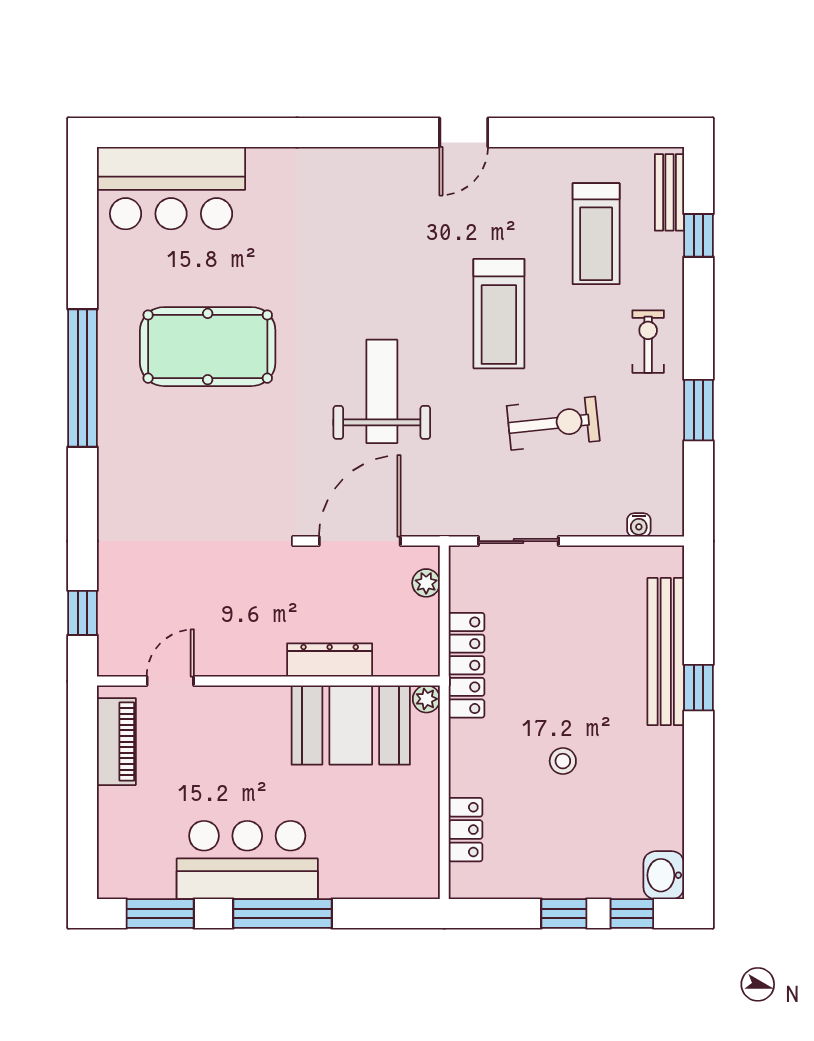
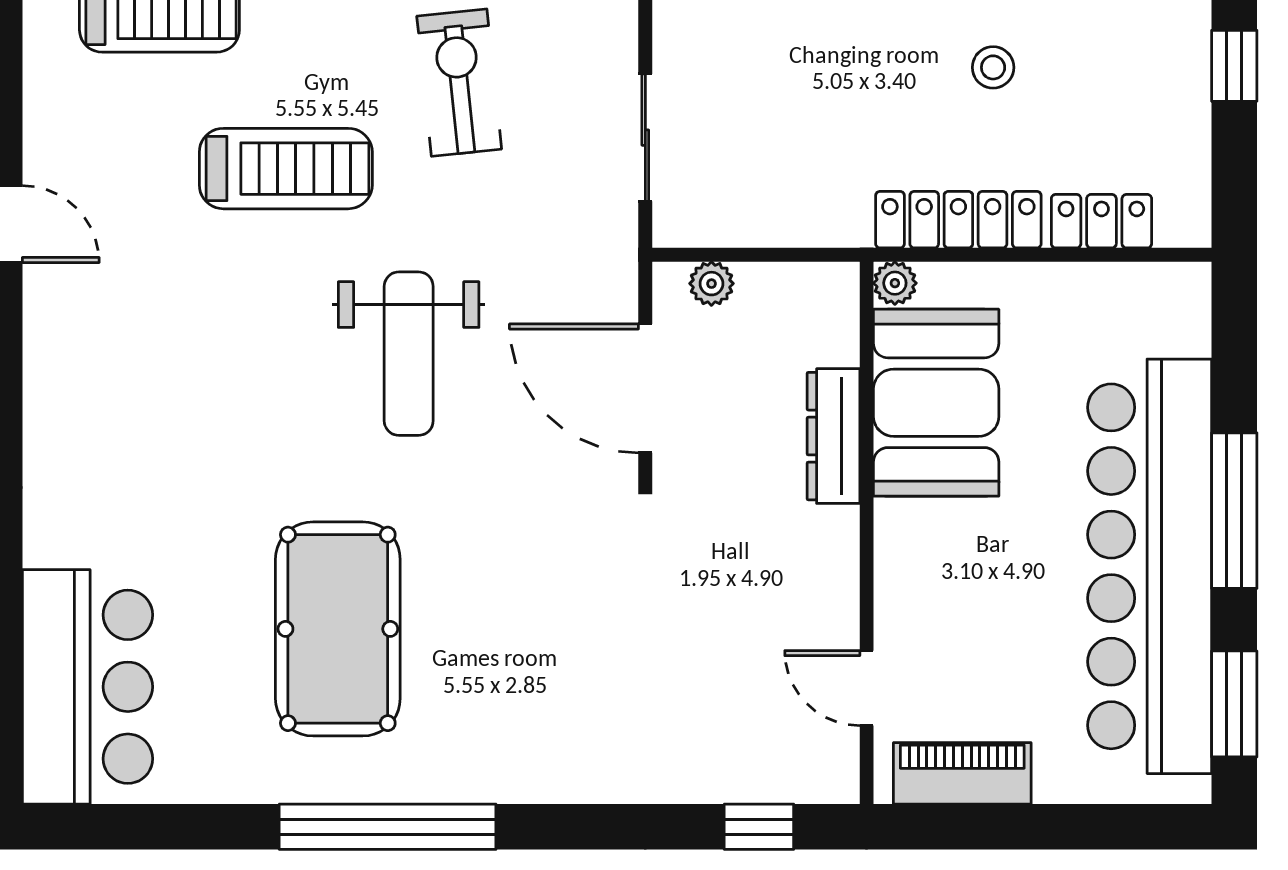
weight bench: (382, 391) -> (409, 354), turned -90
locker: (467, 665) -> (958, 220), moved
bar counter: (247, 860) -> (1150, 566), width x1.86

